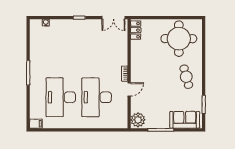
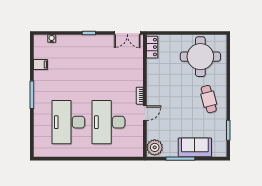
sofa: (185, 120) -> (195, 147), moved
filing cabinet: (36, 124) -> (41, 65), moved

